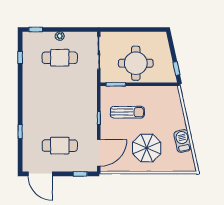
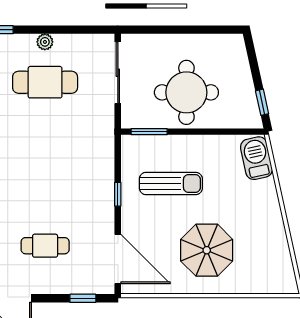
barbecue: (183, 141) -> (256, 158), moved
cafe table: (60, 146) -> (45, 246), width x0.73, depth x0.74
door: (99, 153) -> (118, 259), hinge flipped

